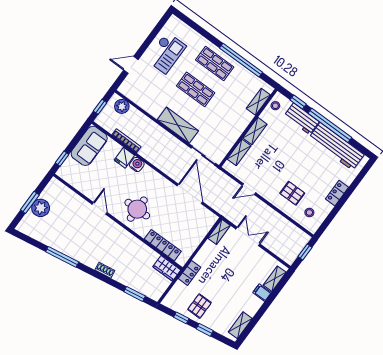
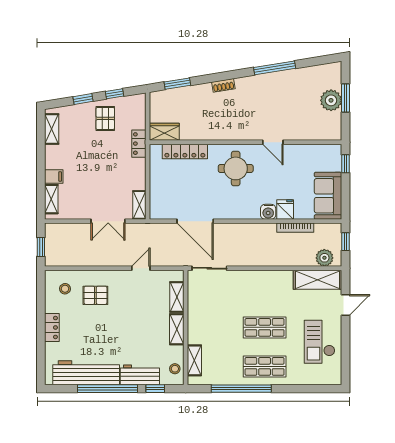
shelving: (178, 125) -> (318, 280), moved

